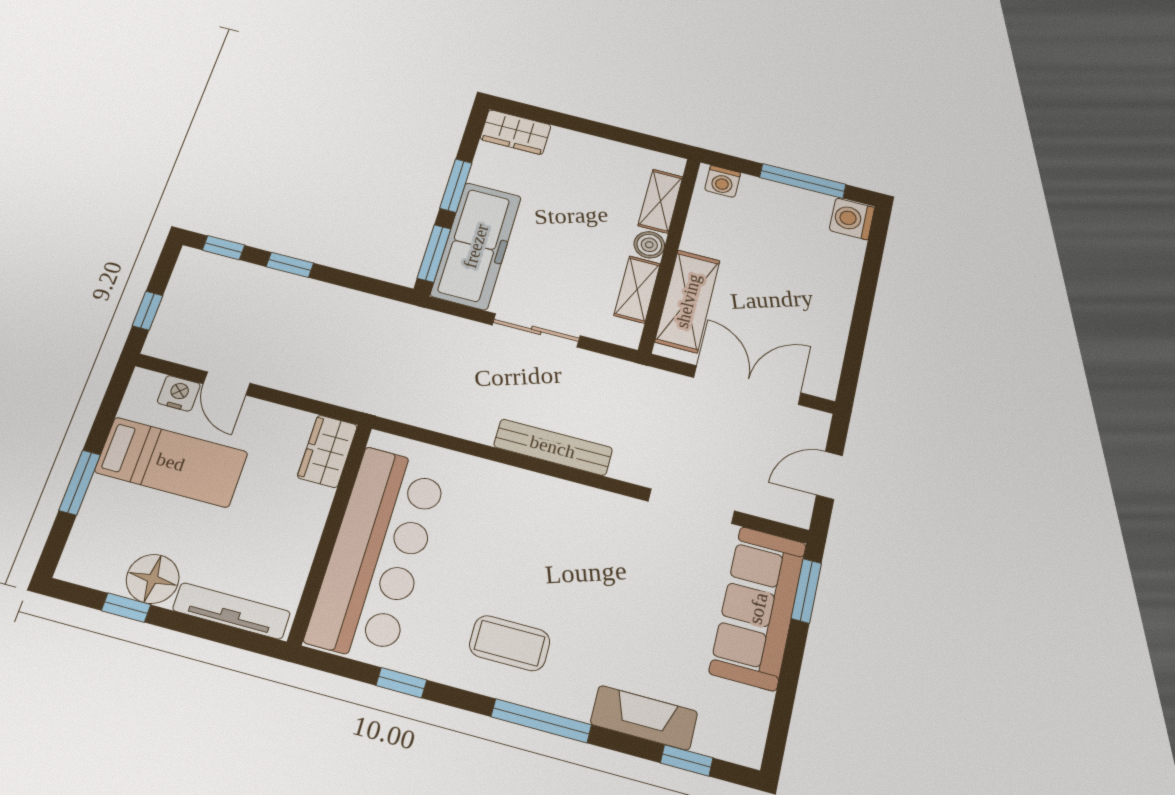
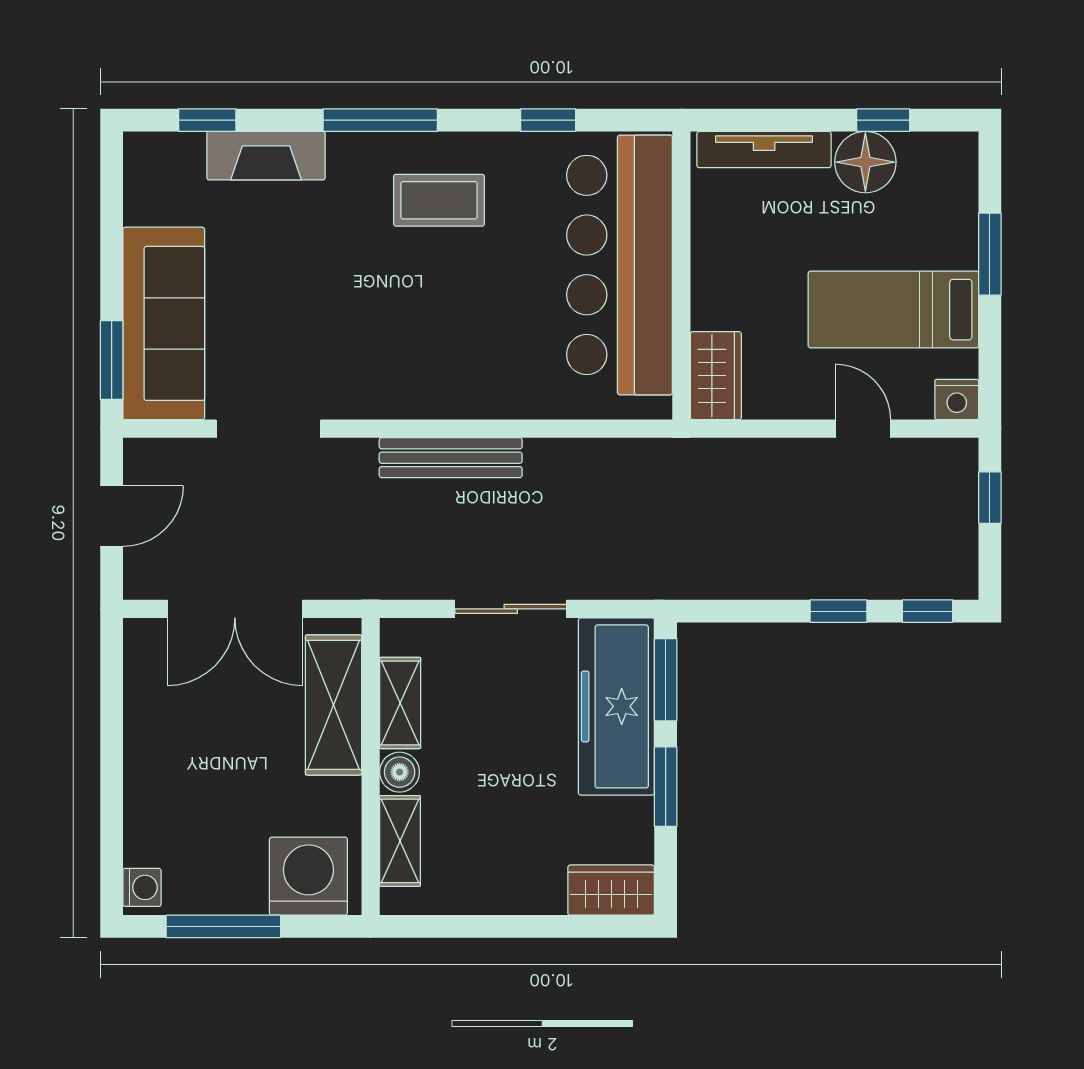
washing machine: (723, 181) -> (308, 876), width x1.89, depth x1.89
washing machine: (852, 219) -> (142, 887), width x0.73, depth x0.73
nightstand: (179, 393) -> (957, 399), moved

